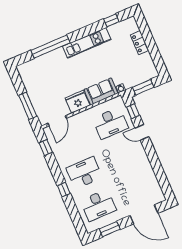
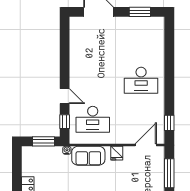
fridge: (77, 102) -> (117, 153), width x0.53, depth x0.75
desk: (110, 123) -> (93, 119), turned 180
window: (64, 190) -> (169, 72), removed
desk: (98, 205) -> (141, 41), removed

